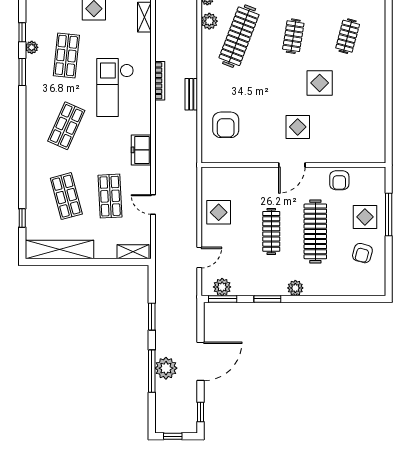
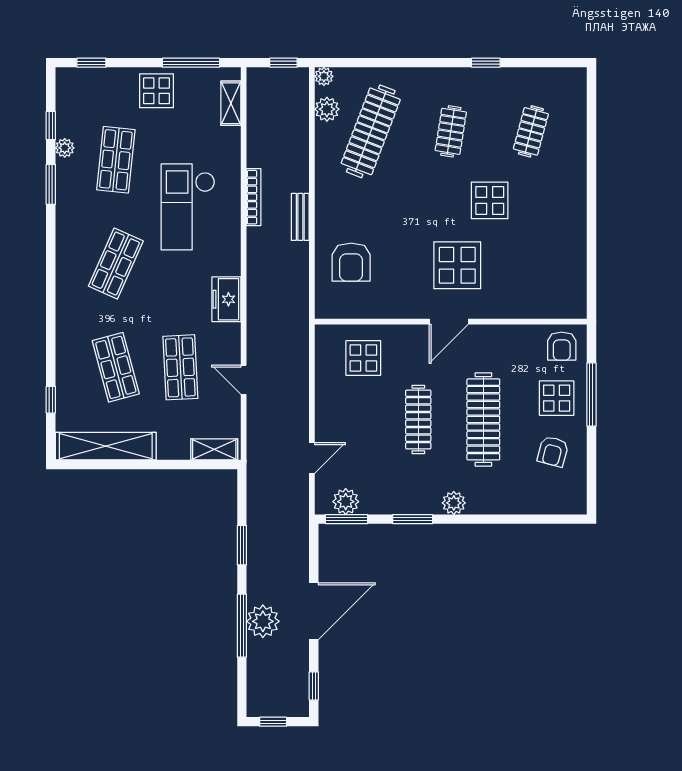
display table: (298, 127) -> (457, 265), width x1.36, depth x1.36
armchair: (339, 180) -> (562, 346), moved
display table: (219, 212) -> (363, 358), moved

